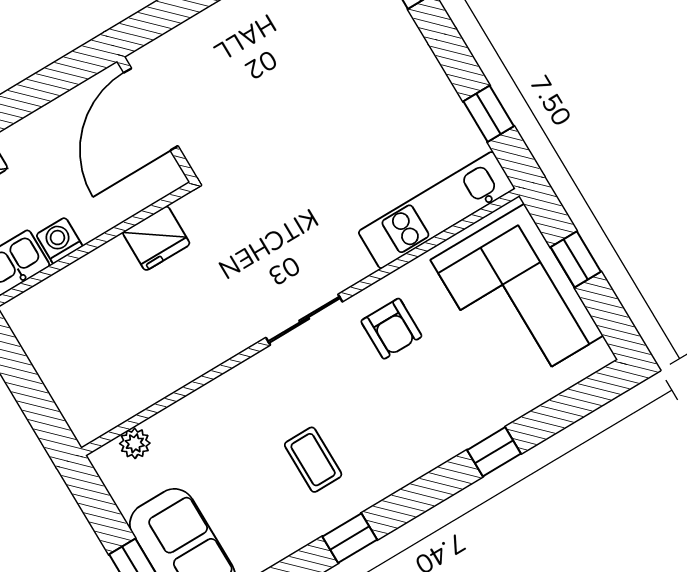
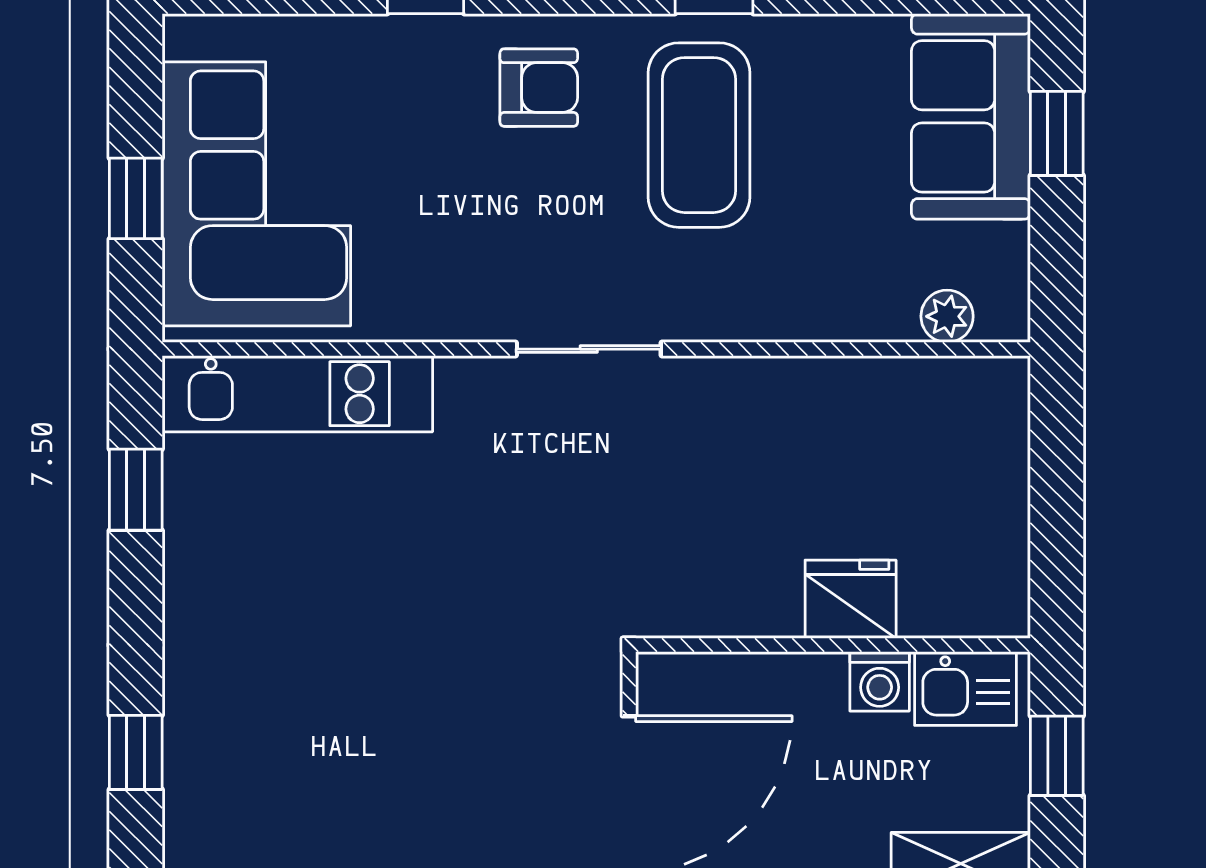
fridge: (156, 238) -> (851, 599), moved
armchair: (391, 329) -> (539, 88), moved, turned 90
coffee table: (313, 460) -> (699, 135), width x1.86, depth x1.72

